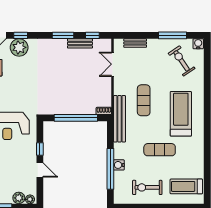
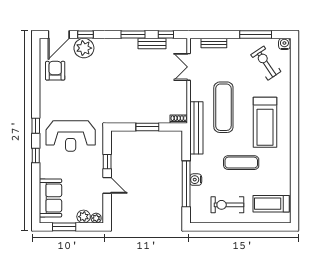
exercise mat: (144, 100) -> (223, 107), width x1.36, depth x1.45
treadmill: (181, 114) -> (265, 122), turned 180
window: (76, 118) -> (147, 127), width x0.47

